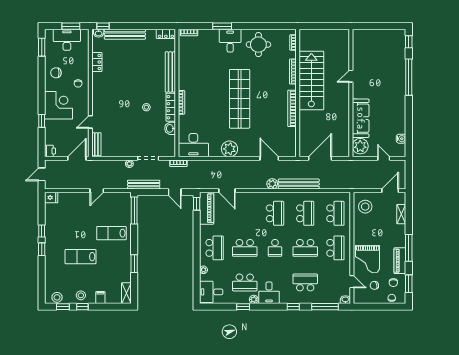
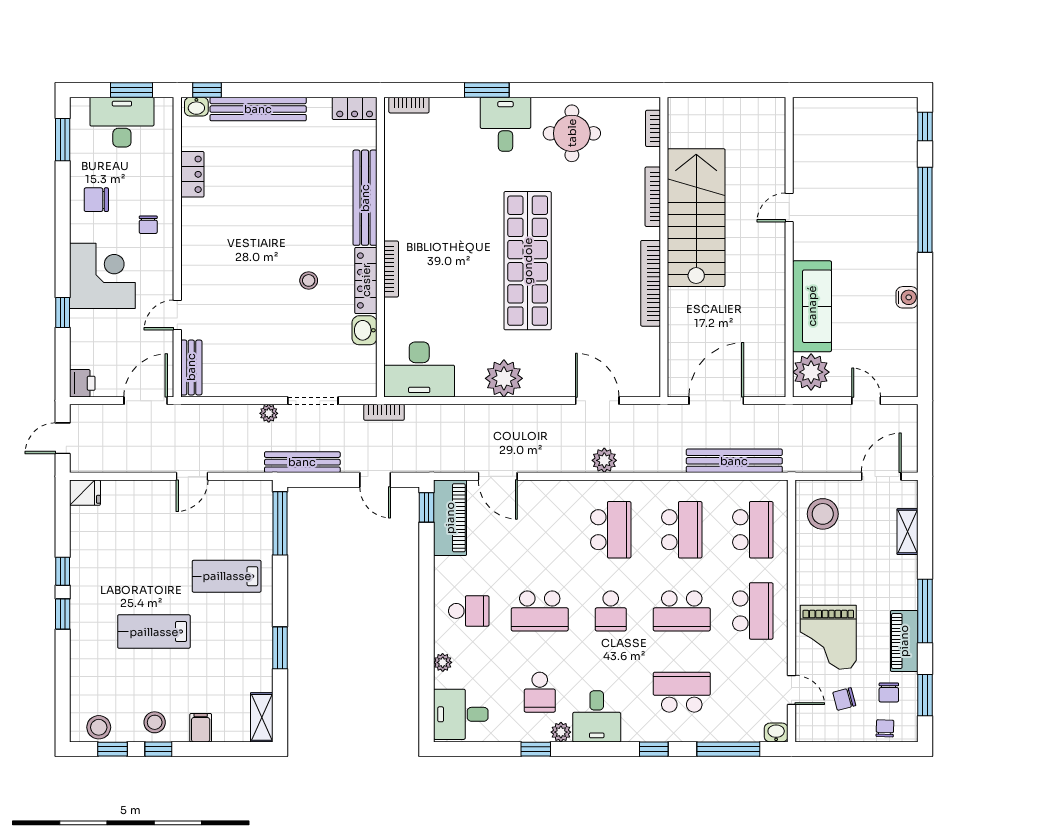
water cooler: (401, 139) -> (907, 297), moved
bench: (299, 184) -> (734, 461), moved
school desk: (215, 248) -> (469, 611), width x0.54
school desk: (245, 282) -> (540, 692), width x0.54

